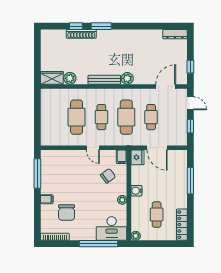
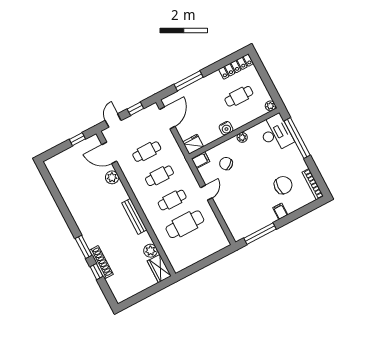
dresser: (175, 34) -> (54, 171), removed
plant: (127, 78) -> (112, 177), moved
cafe table: (126, 117) -> (159, 176), width x0.73, depth x0.74
door: (157, 148) -> (167, 118), moved

